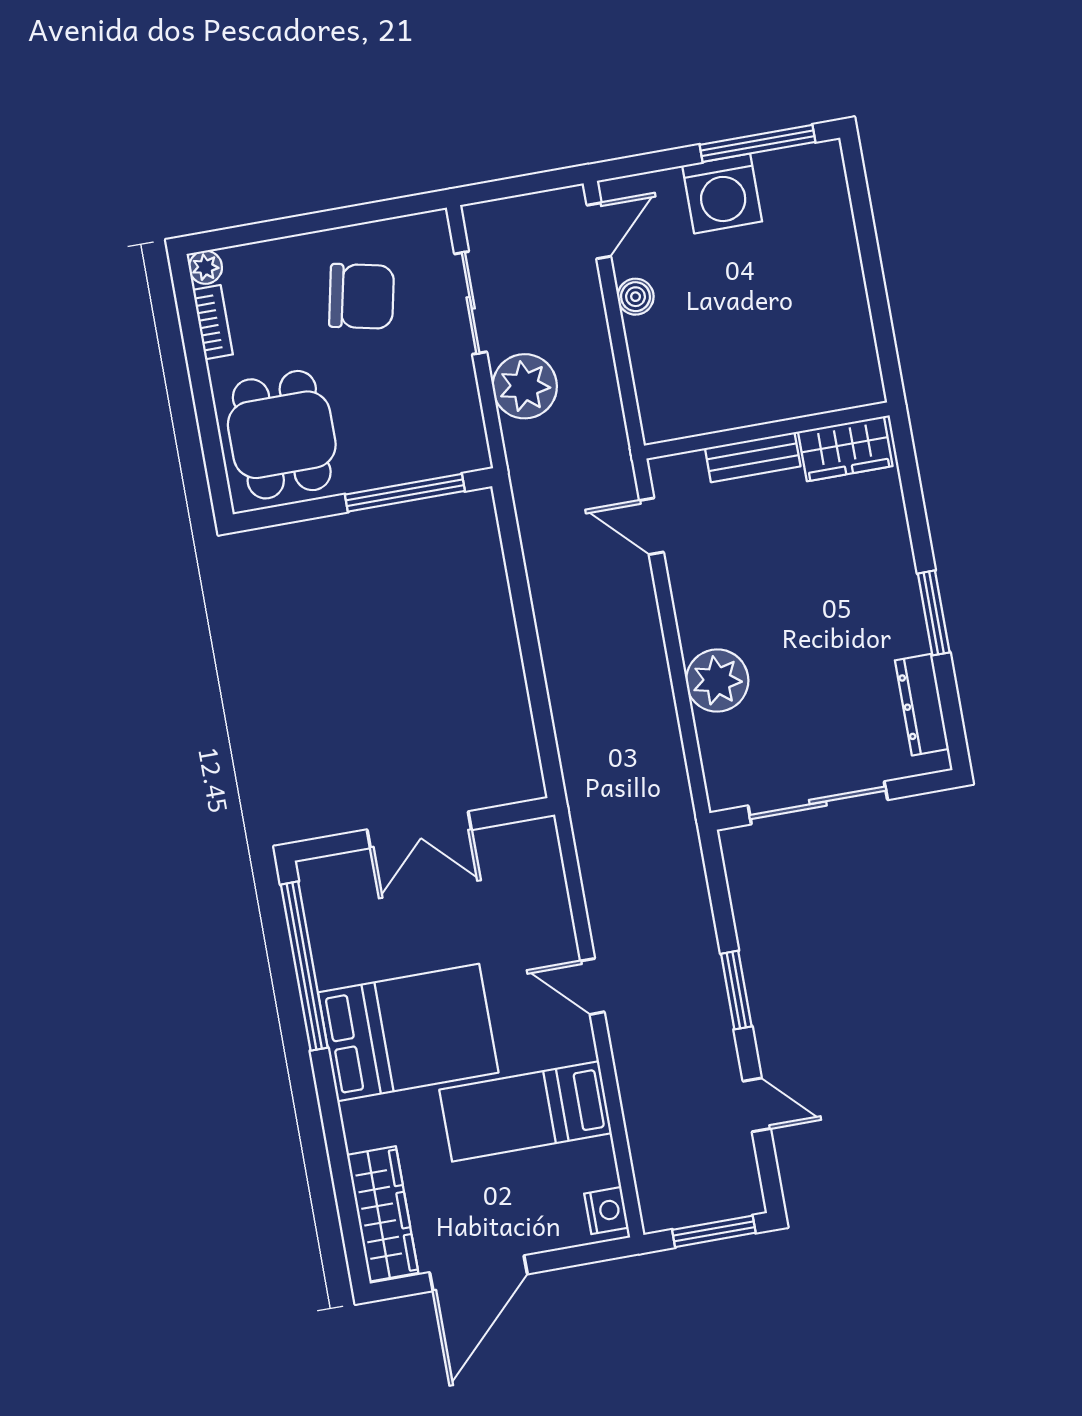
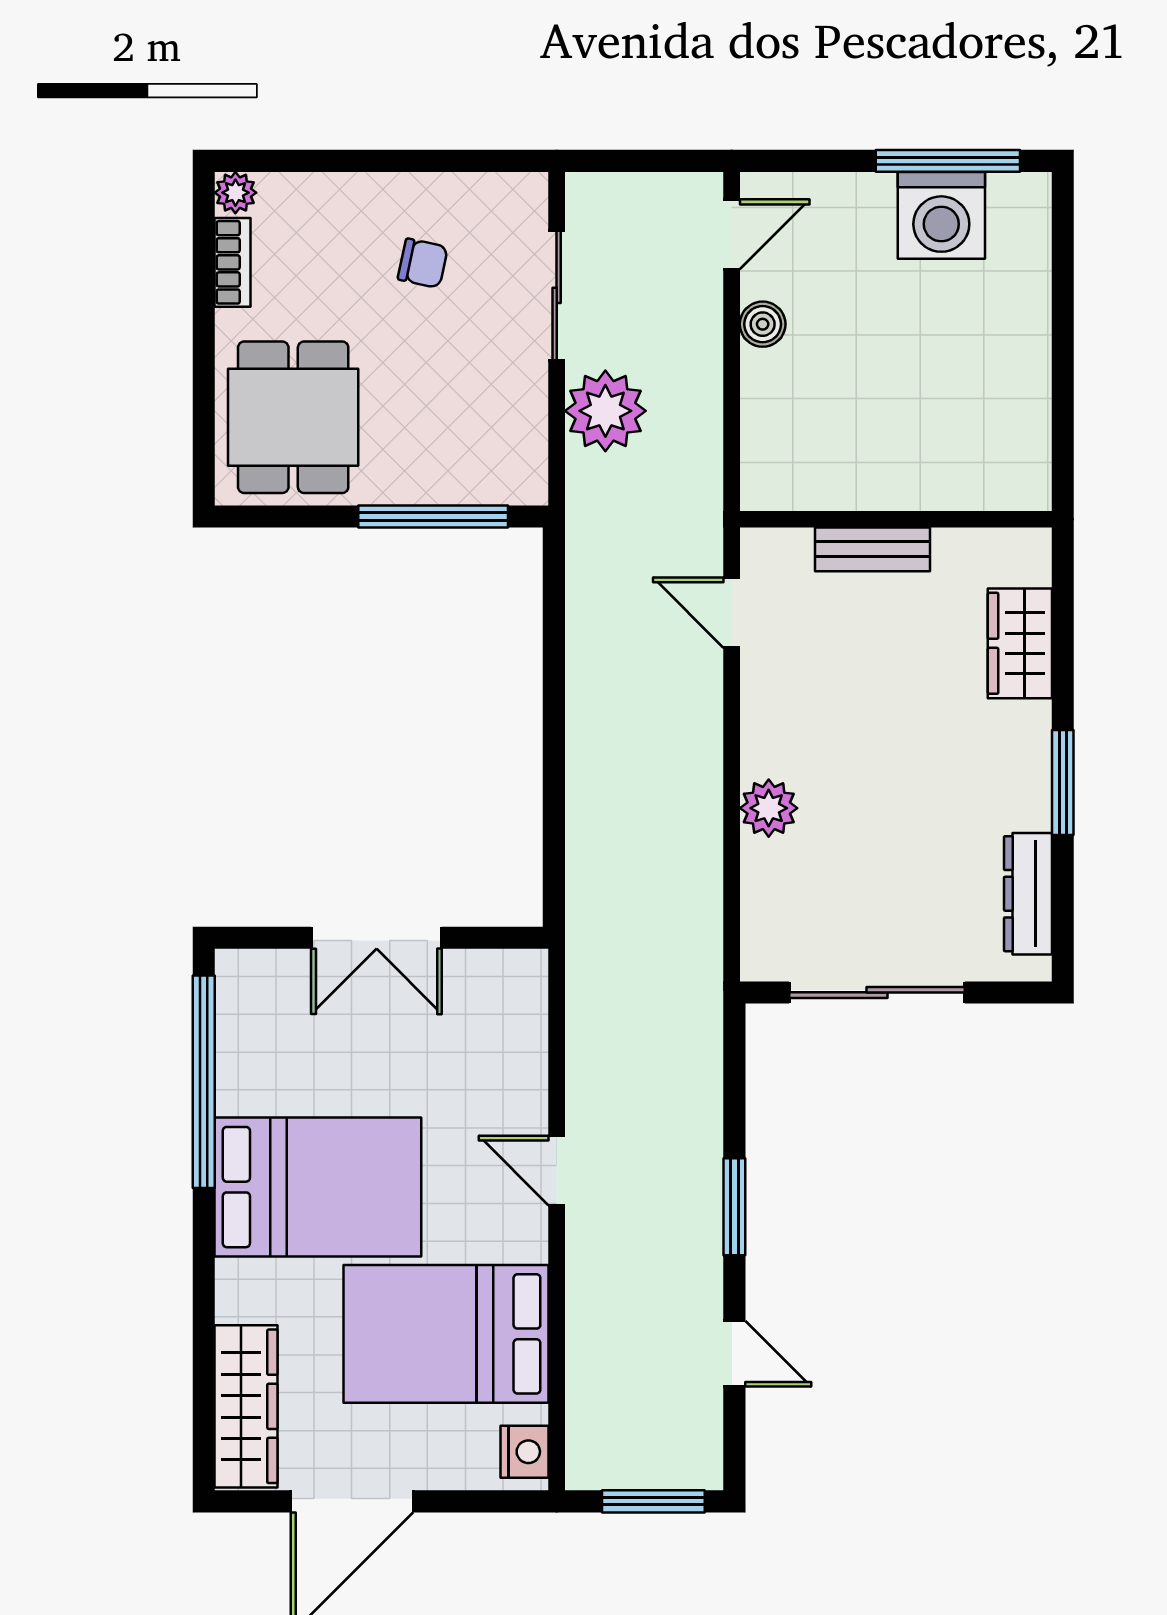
washing machine: (722, 194) -> (941, 215), moved
chair: (362, 296) -> (423, 263), width x0.54, depth x0.54
wardrobe: (845, 449) -> (1020, 643), moved, turned 90
plant: (717, 681) -> (769, 808), width x0.73, depth x0.73
bed: (526, 1111) -> (446, 1334), width x1.50

